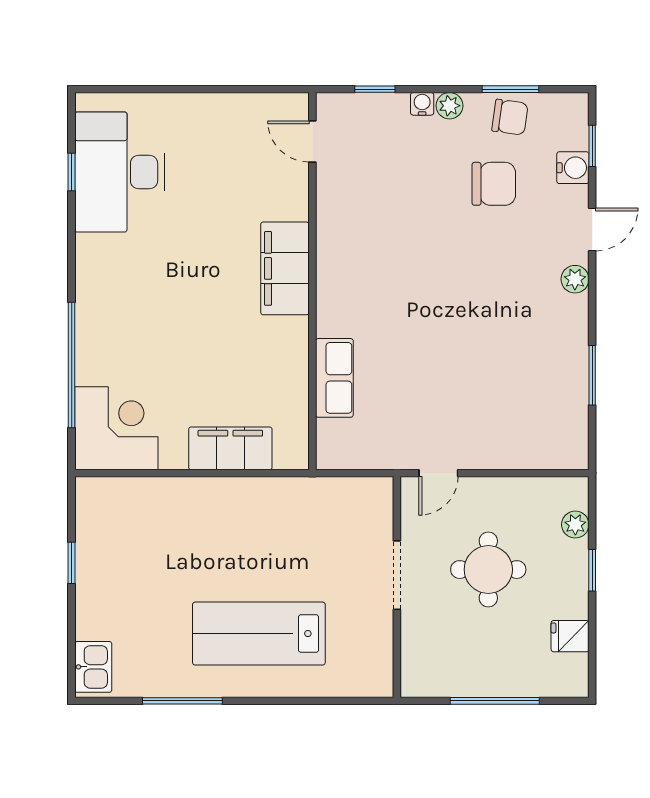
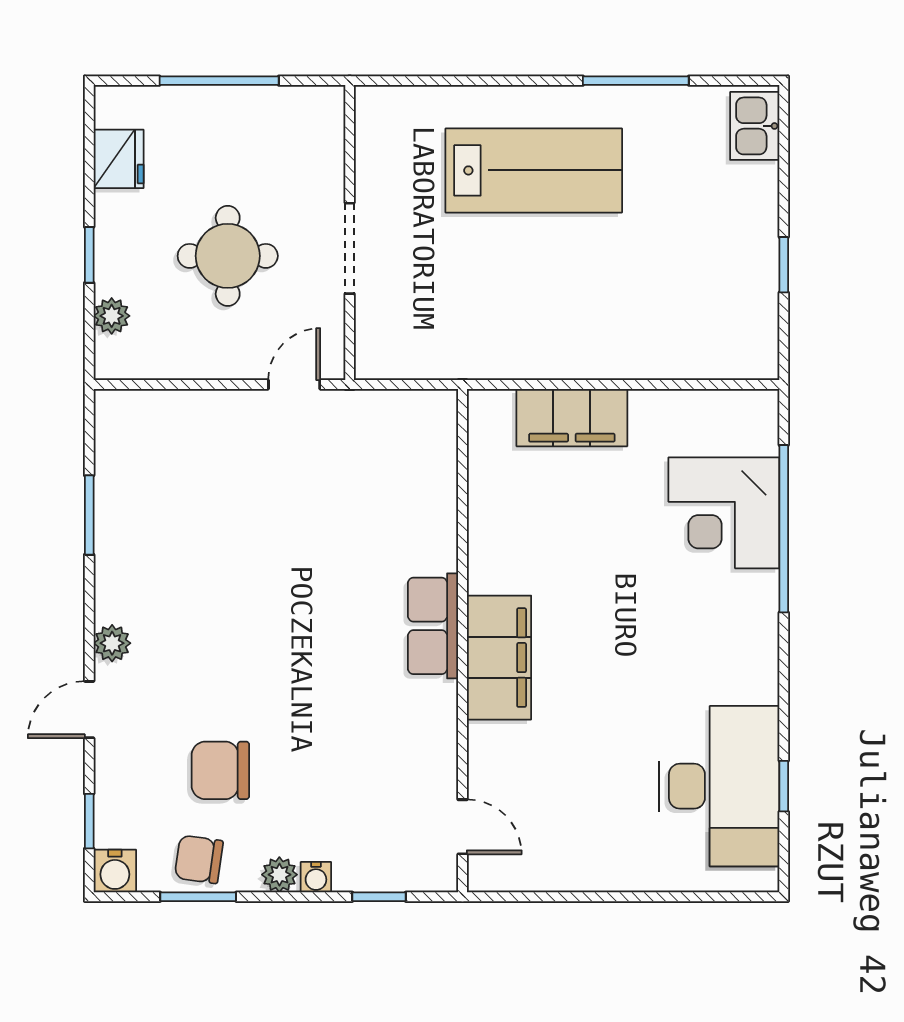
water cooler: (573, 168) -> (115, 871), moved, turned -90
row of seats: (334, 378) -> (433, 626), moved
corner desk: (116, 428) -> (724, 513), moved
fridge: (570, 636) -> (119, 159), width x1.38

